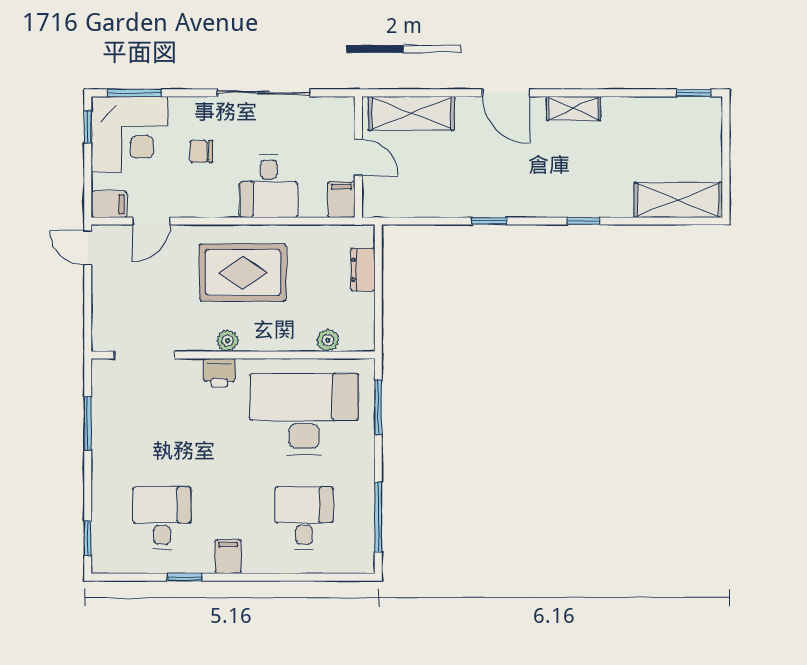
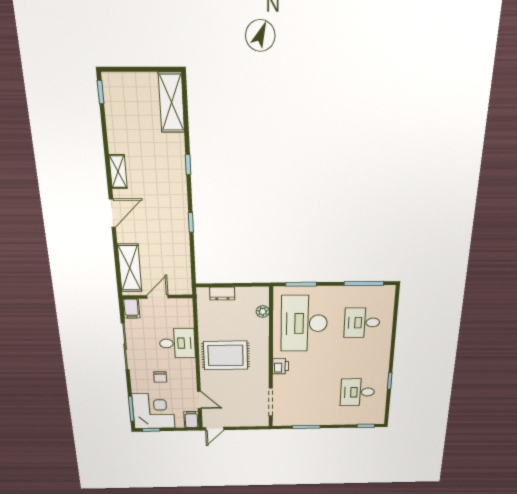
filing cabinet: (341, 200) -> (131, 309), moved, turned -90
rug: (243, 272) -> (226, 355), turned 90
plant: (228, 341) -> (263, 362), removed
filing cabinet: (228, 557) -> (380, 360), removed

